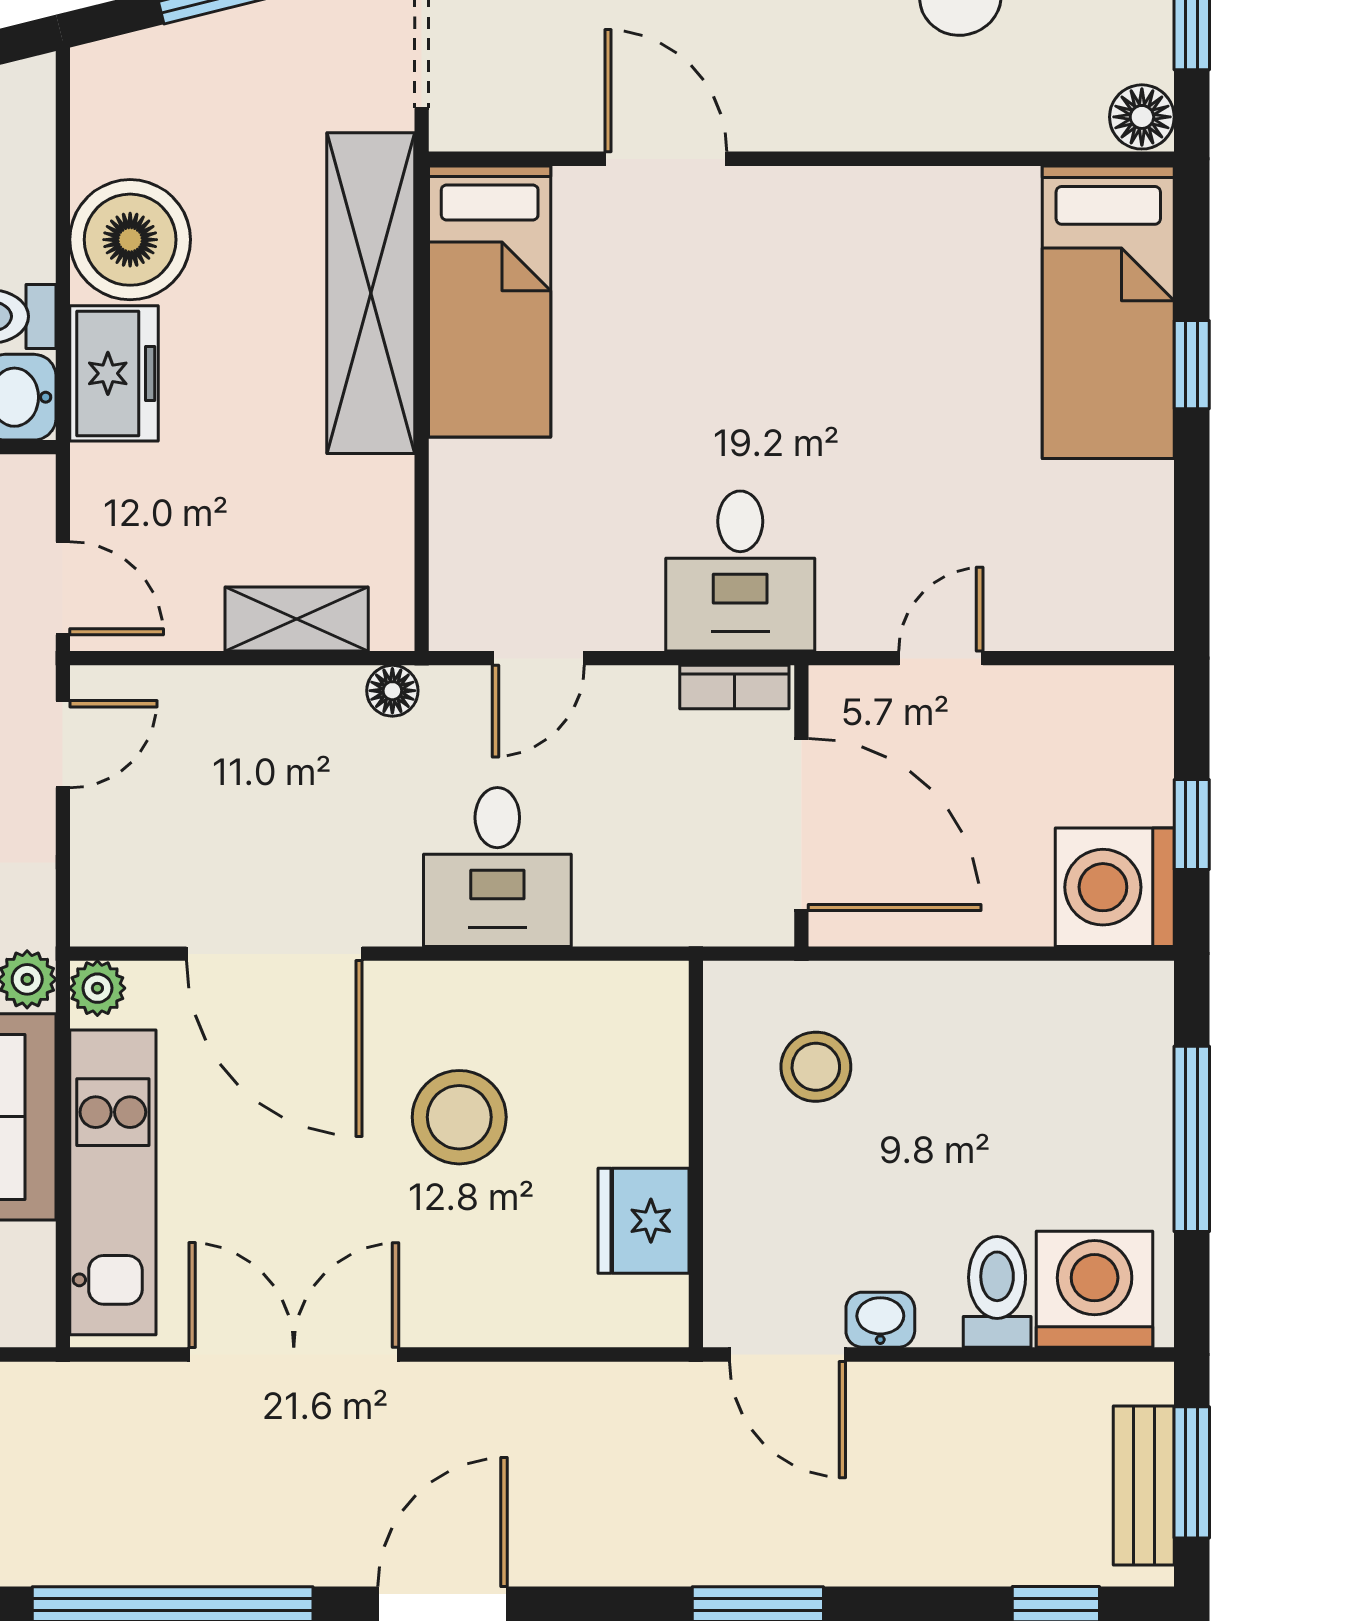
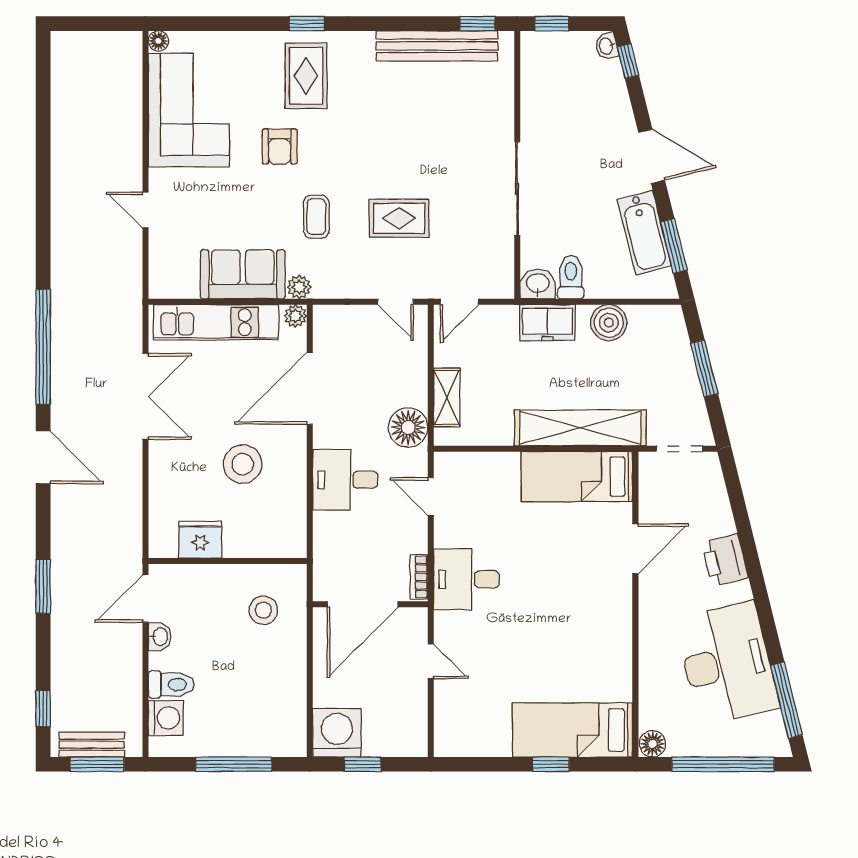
boiler: (130, 240) -> (609, 323), width x0.73, depth x0.73
floor lamp: (392, 691) -> (408, 427), width x1.89, depth x1.89
washing machine: (1095, 1289) -> (166, 718), width x0.73, depth x0.73

